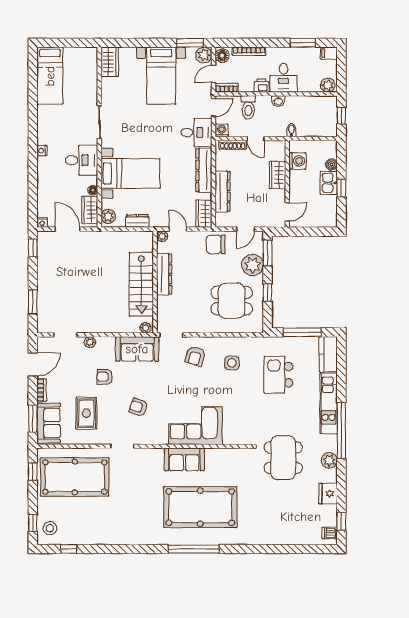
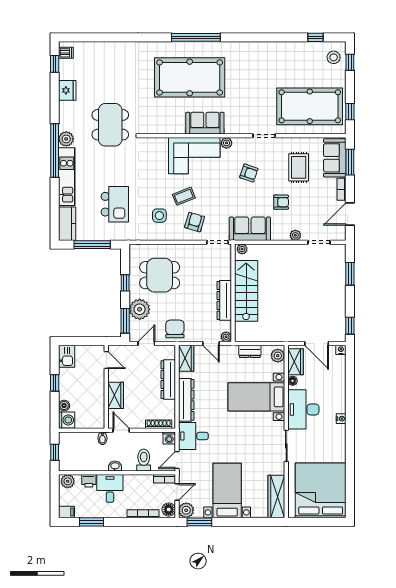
wardrobe: (110, 62) -> (276, 497), width x1.50
bed: (50, 76) -> (321, 490), width x2.04
printer: (261, 86) -> (89, 481), moved
door: (255, 139) -> (121, 430), moved
desk: (81, 160) -> (303, 409), width x1.37
washing machine: (297, 161) -> (67, 420), moved, turned 180
kitchen sink: (329, 183) -> (67, 356), moved
door: (287, 212) -> (106, 360), swing flipped
chair: (216, 244) -> (175, 329), turned -90
coffee table: (206, 383) -> (184, 196), added
plant: (162, 439) -> (226, 143), added
plant: (329, 460) -> (66, 139), moved

